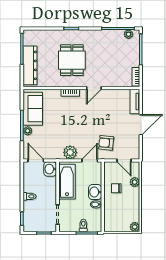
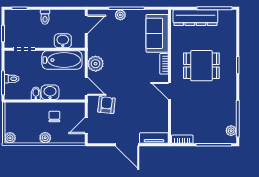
sofa: (33, 109) -> (157, 33), moved, turned 90
washbasin: (50, 169) -> (63, 41), moved
plant: (135, 182) -> (45, 138), moved

